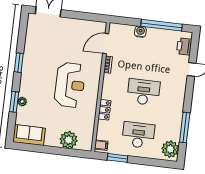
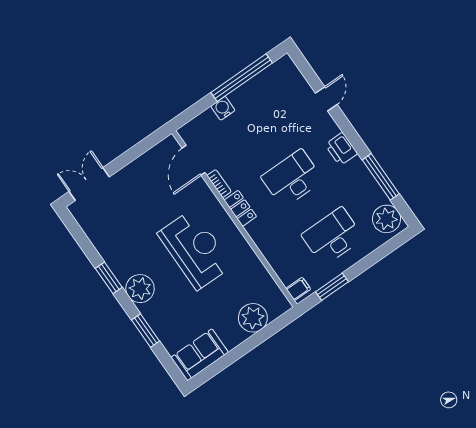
printer: (184, 46) -> (341, 149), moved
plant: (22, 102) -> (140, 289), moved, width x1.87, depth x1.87
locker: (104, 110) -> (240, 208), moved

